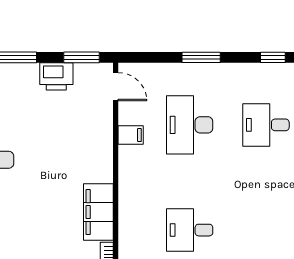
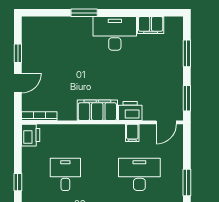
printer: (56, 76) -> (130, 111), moved, turned 90
filing cabinet: (98, 212) -> (97, 110), moved

